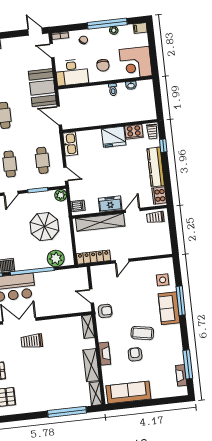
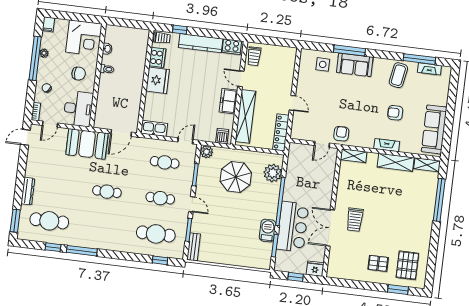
coffee table: (142, 333) -> (398, 75), moved

